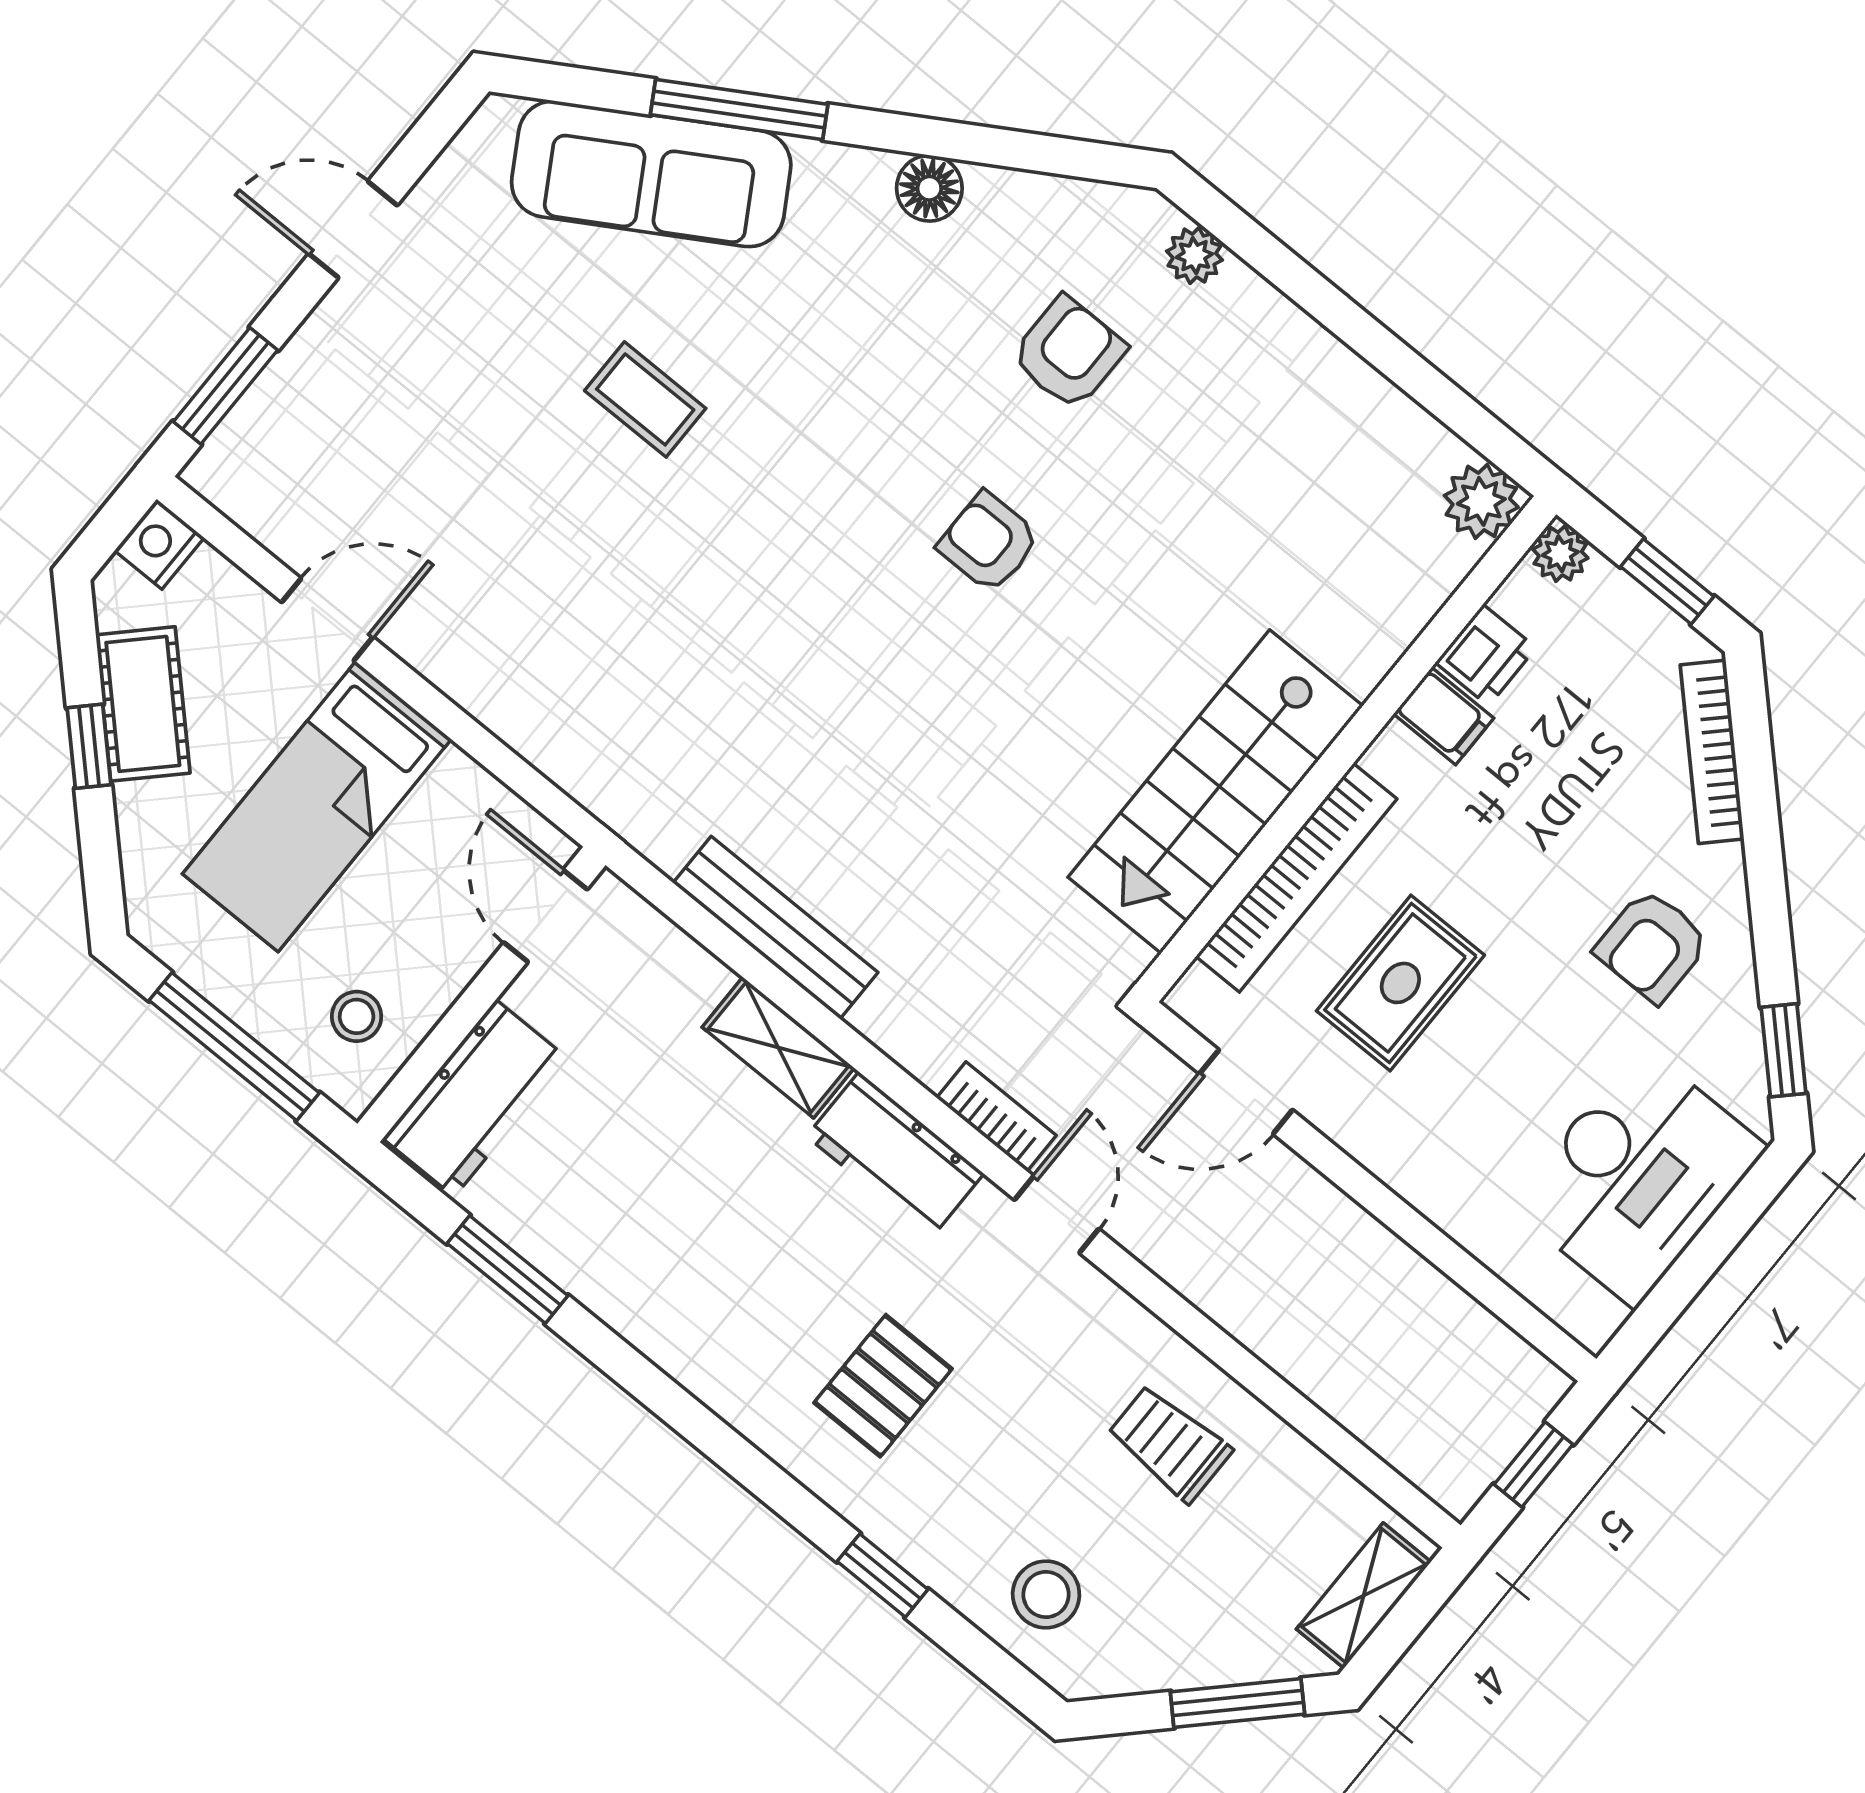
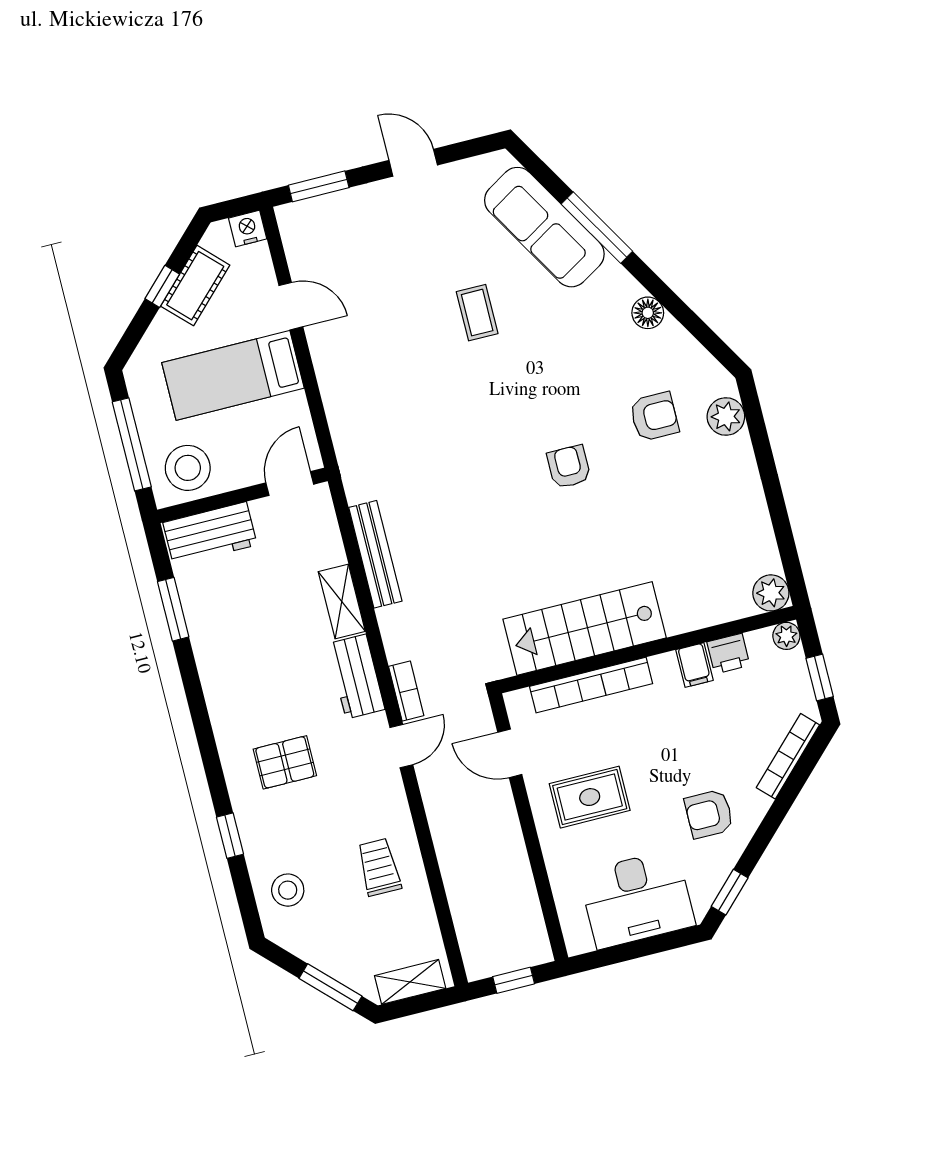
plant: (1194, 256) -> (726, 416), width x1.38, depth x1.38
rug: (1400, 983) -> (590, 797), moved
stool: (357, 1016) -> (188, 468), width x1.89, depth x1.89

